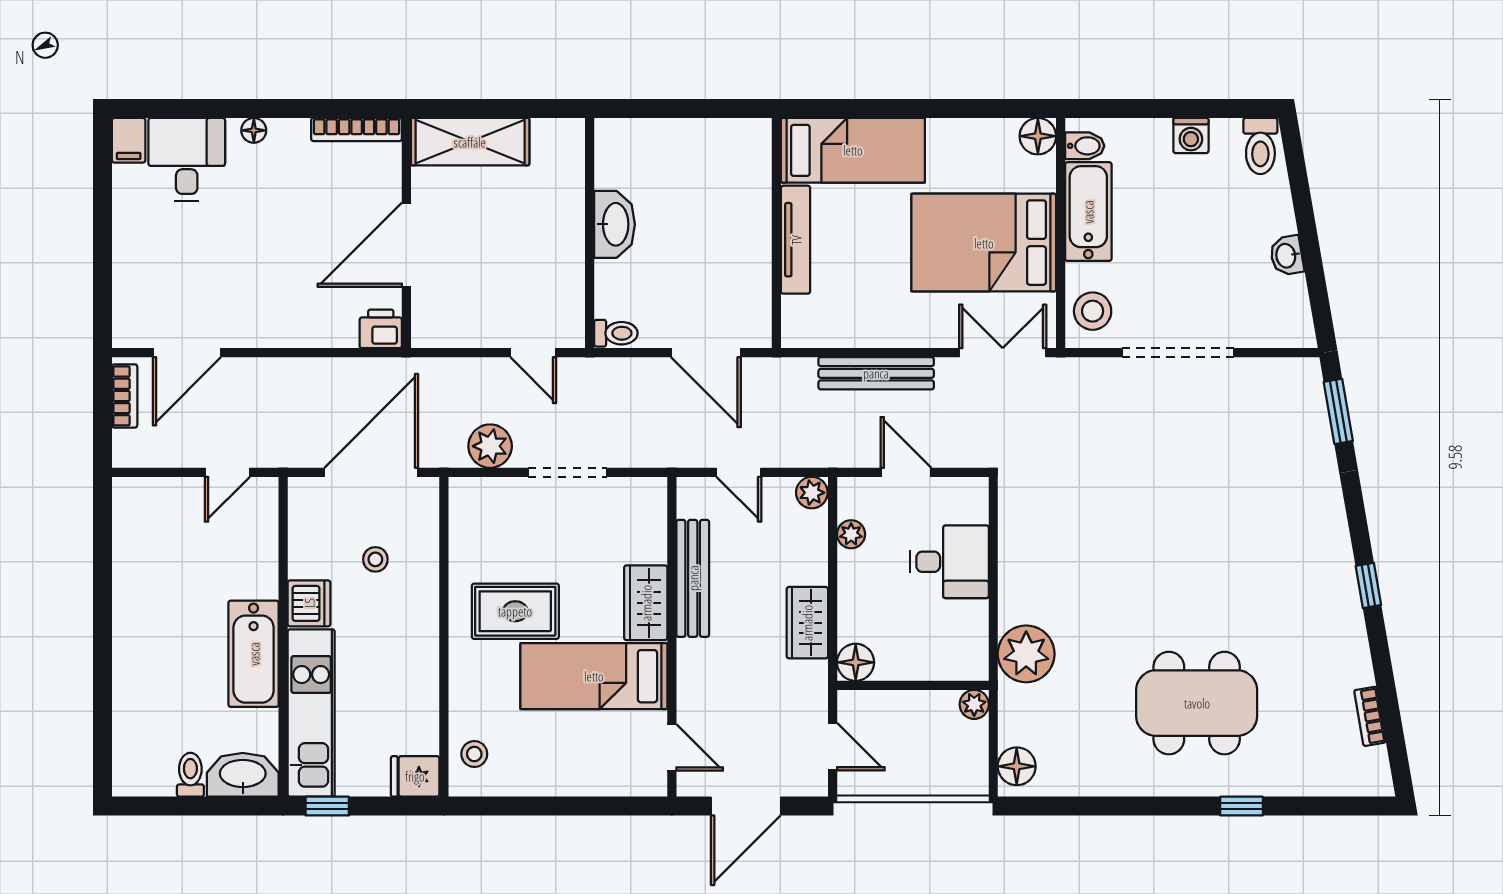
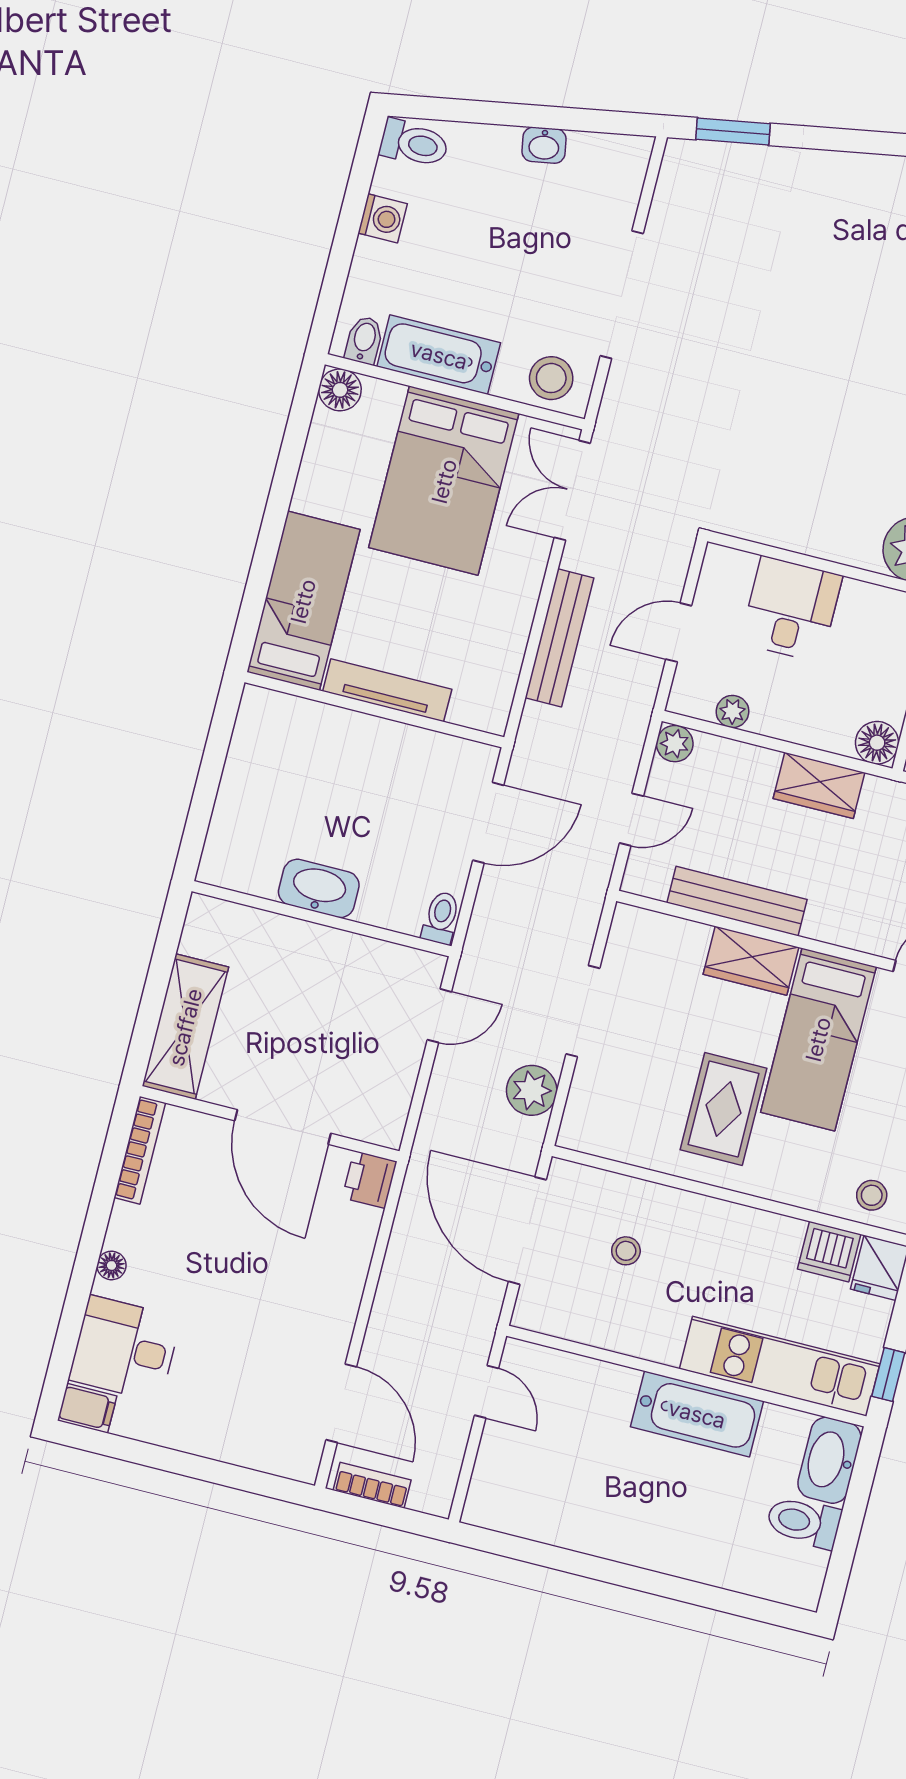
dishwasher: (309, 603) -> (829, 1252), moved, turned 180
toilet: (190, 775) -> (804, 1522), width x1.37, depth x1.39

